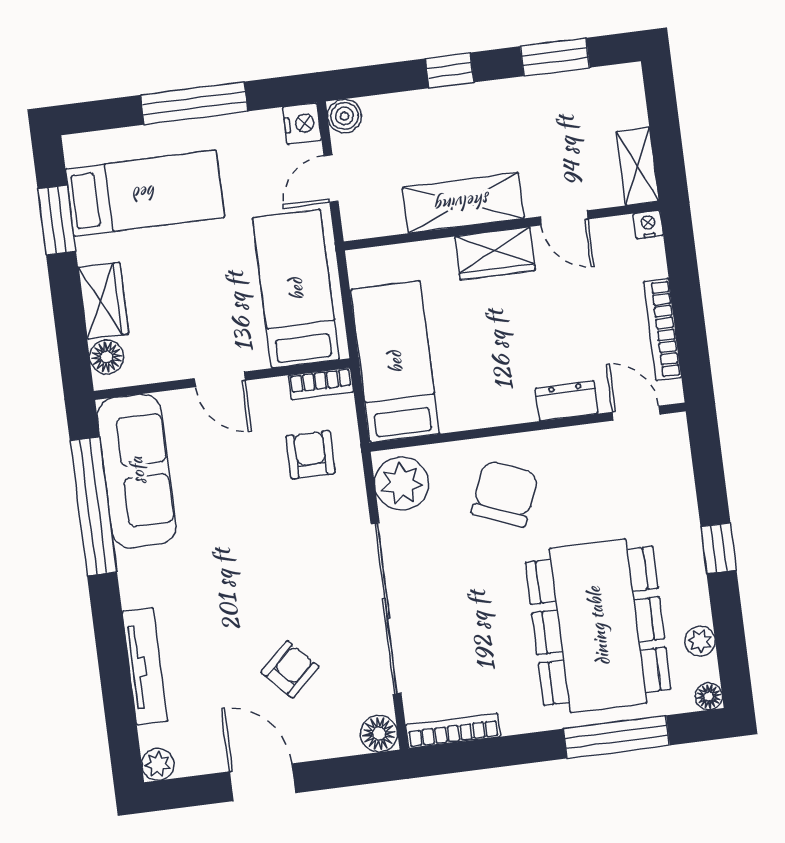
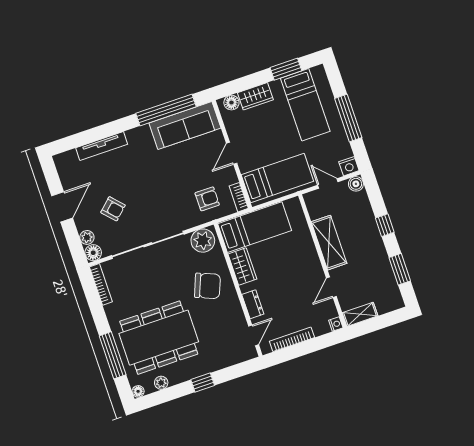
wardrobe: (495, 253) -> (242, 266), moved, turned 180
plant: (158, 764) -> (87, 237), moved

